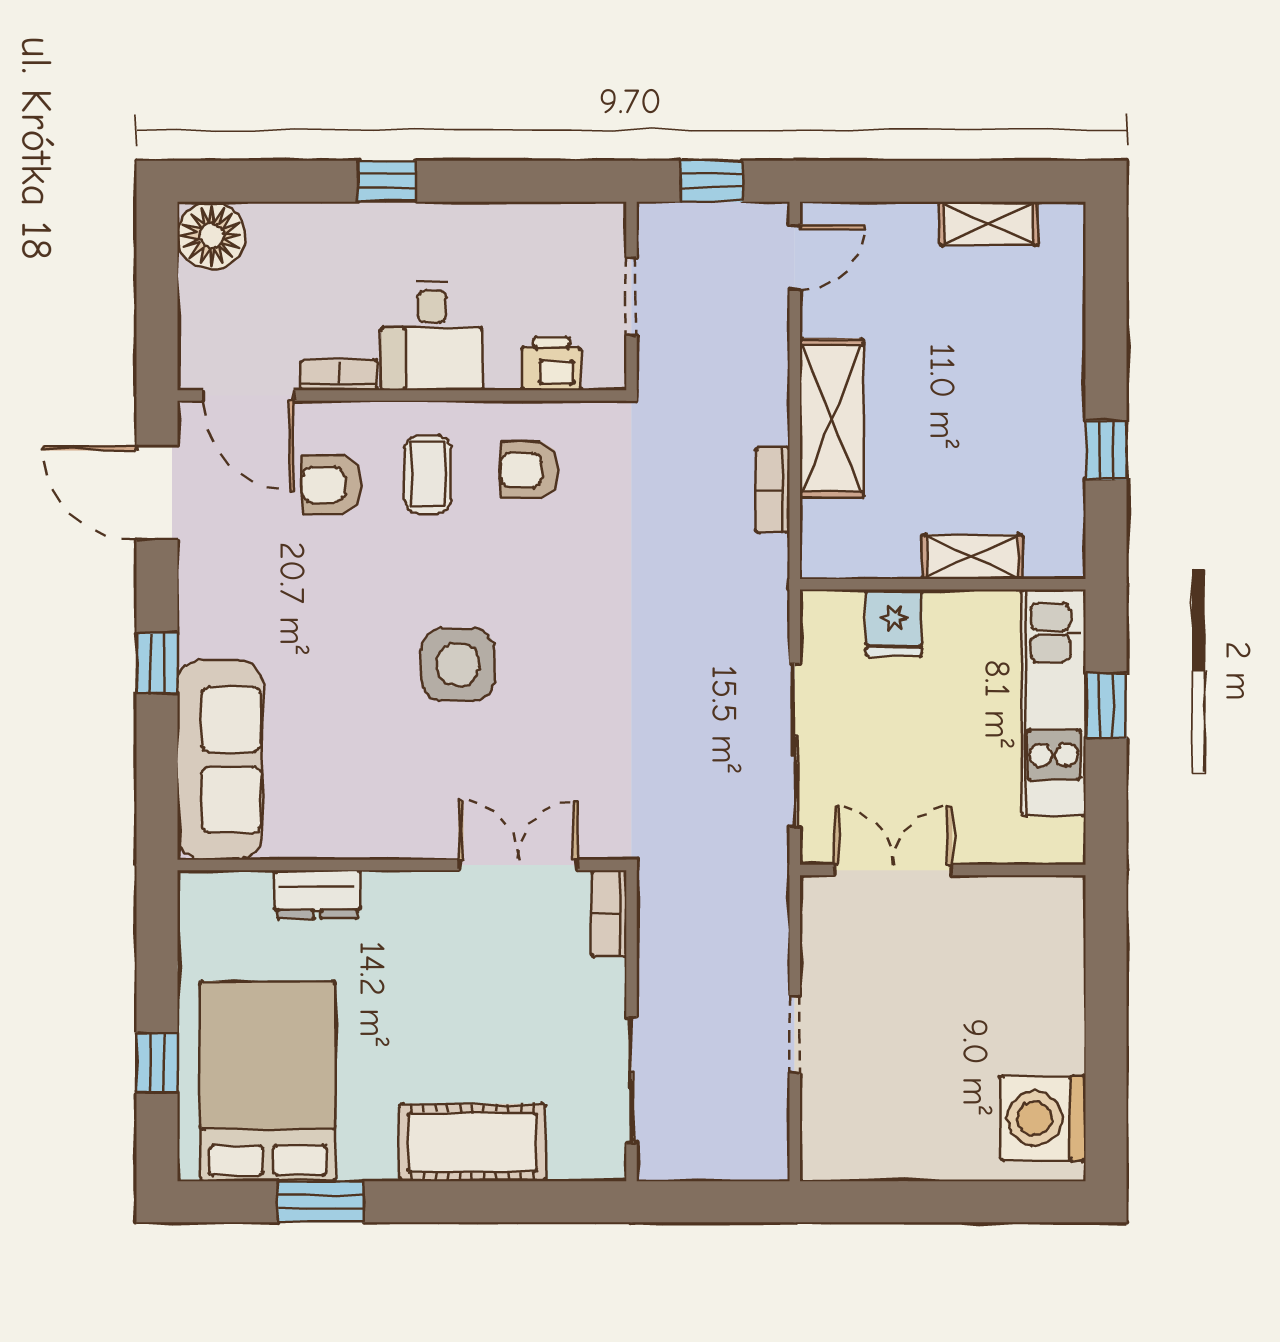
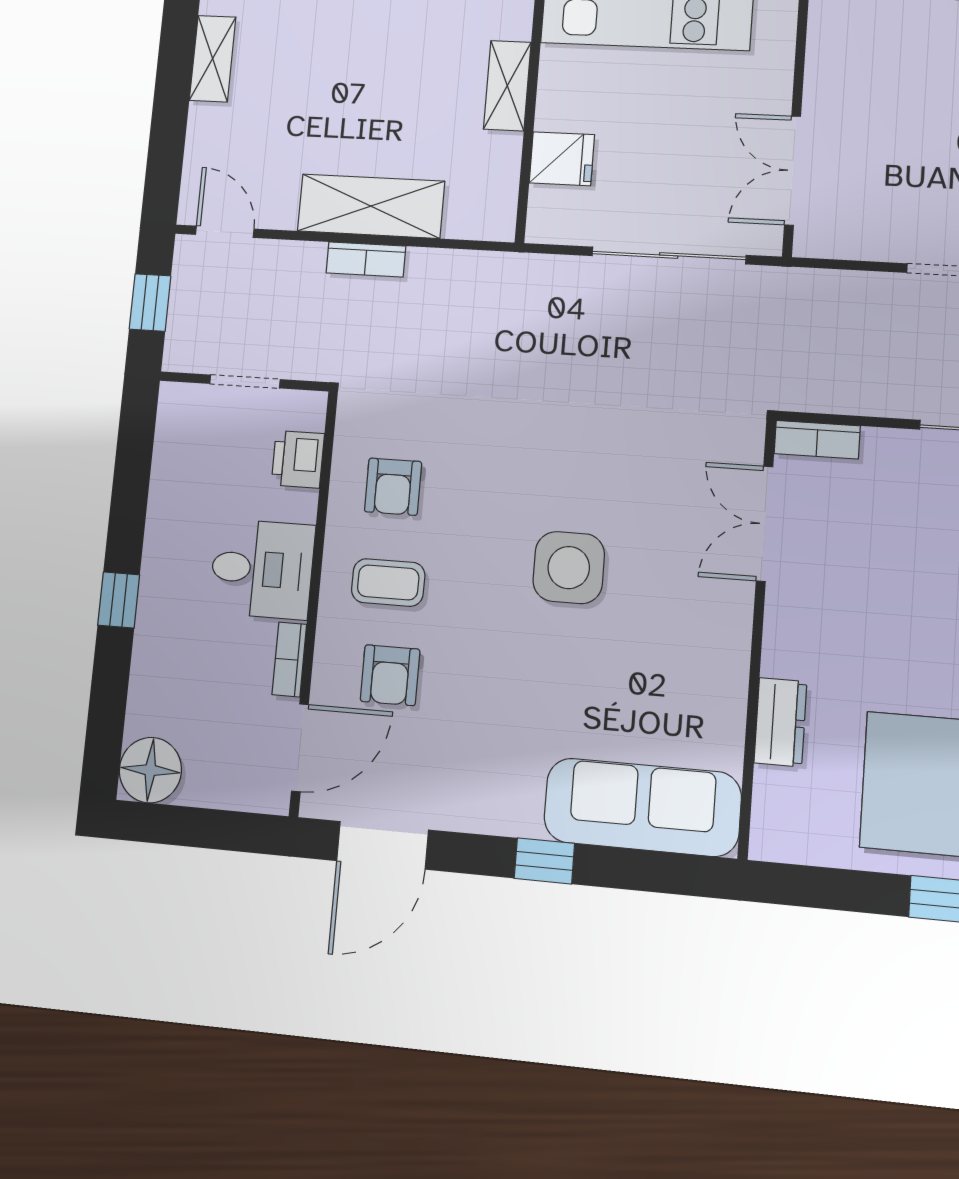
bookcase: (773, 490) -> (366, 259), moved

